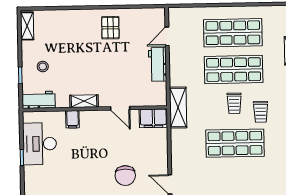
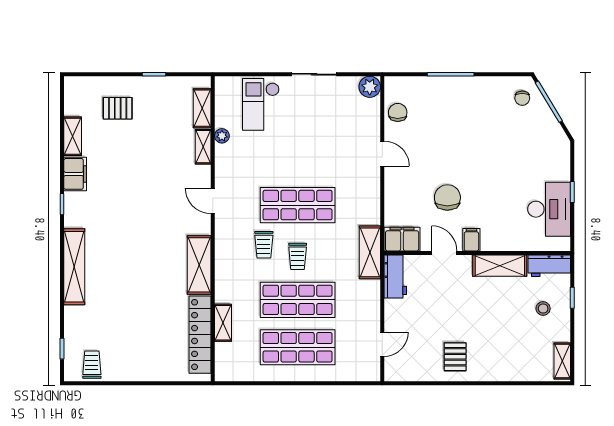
workbench: (158, 64) -> (395, 276), moved
shelving: (84, 101) -> (500, 266), width x1.50, depth x1.33
trolley: (234, 103) -> (298, 256), turned 180
trolley: (261, 112) -> (264, 245), turned 180
filing cabinet: (72, 119) -> (471, 240), moved
chair: (125, 176) -> (447, 198), moved

